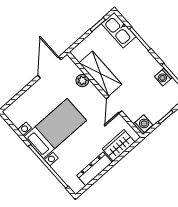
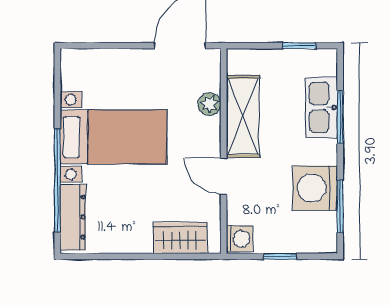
kitchen sink: (119, 30) -> (321, 107), moved
washing machine: (163, 77) -> (315, 188), width x1.89, depth x1.89
door: (114, 105) -> (224, 176), hinge flipped
dresser: (94, 169) -> (73, 217), moved, turned 90

